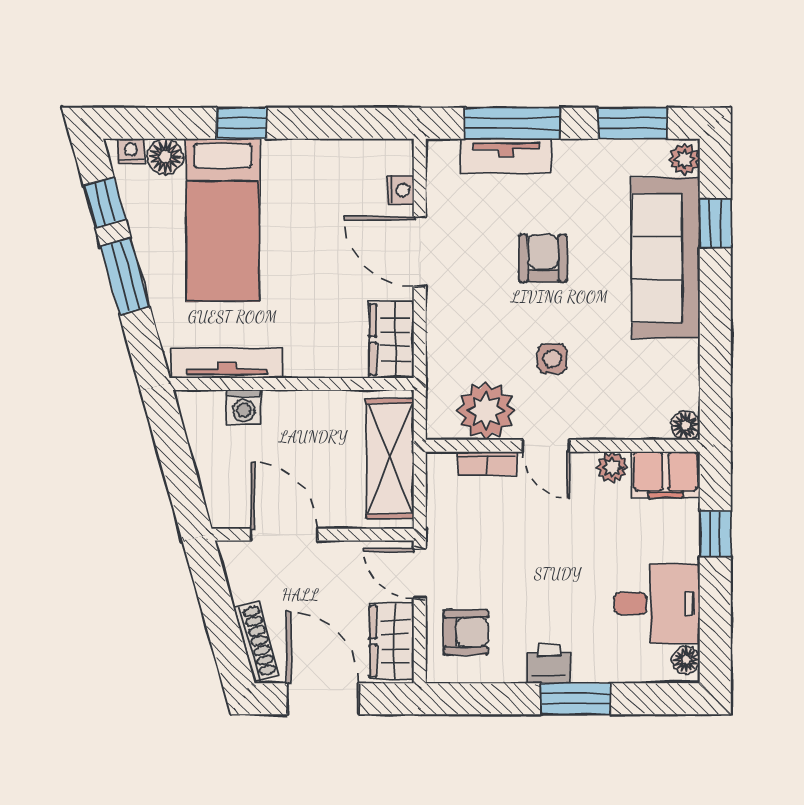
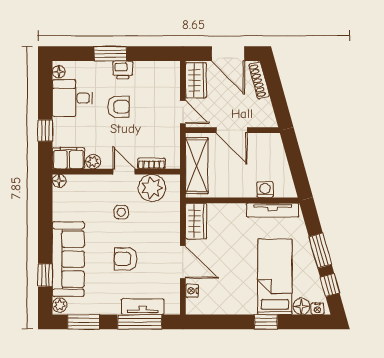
armchair: (543, 258) -> (126, 259), turned 90
door: (284, 535) -> (232, 130), moved
armchair: (466, 632) -> (119, 107), moved, turned 180

